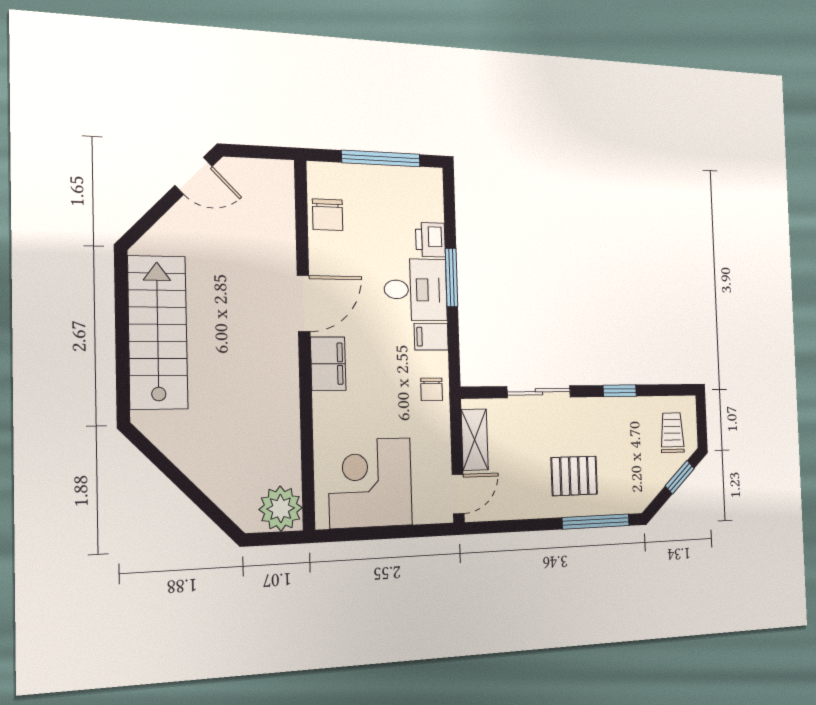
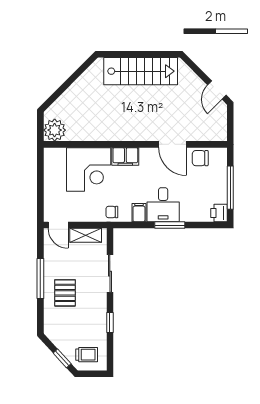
printer: (430, 240) -> (219, 213), moved, turned -90
door: (304, 304) -> (172, 144), moved
corner desk: (370, 483) -> (89, 170), moved, turned 90
window: (596, 522) -> (40, 279), moved

